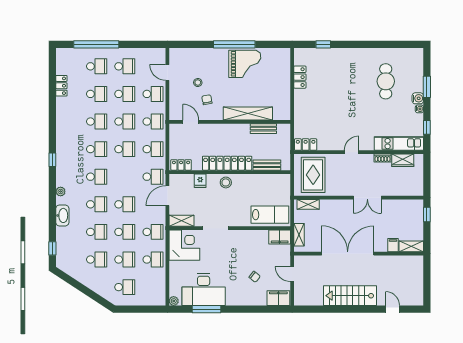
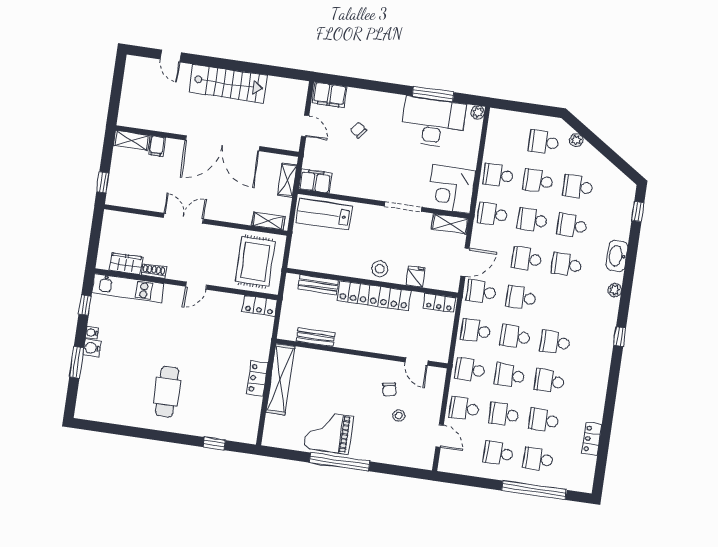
locker: (300, 77) -> (257, 378), moved
cafe table: (386, 81) -> (167, 392), moved
shelving: (248, 113) -> (280, 379), moved, turned 90
school desk: (97, 177) -> (521, 298), moved
plant: (102, 292) -> (576, 140), added

